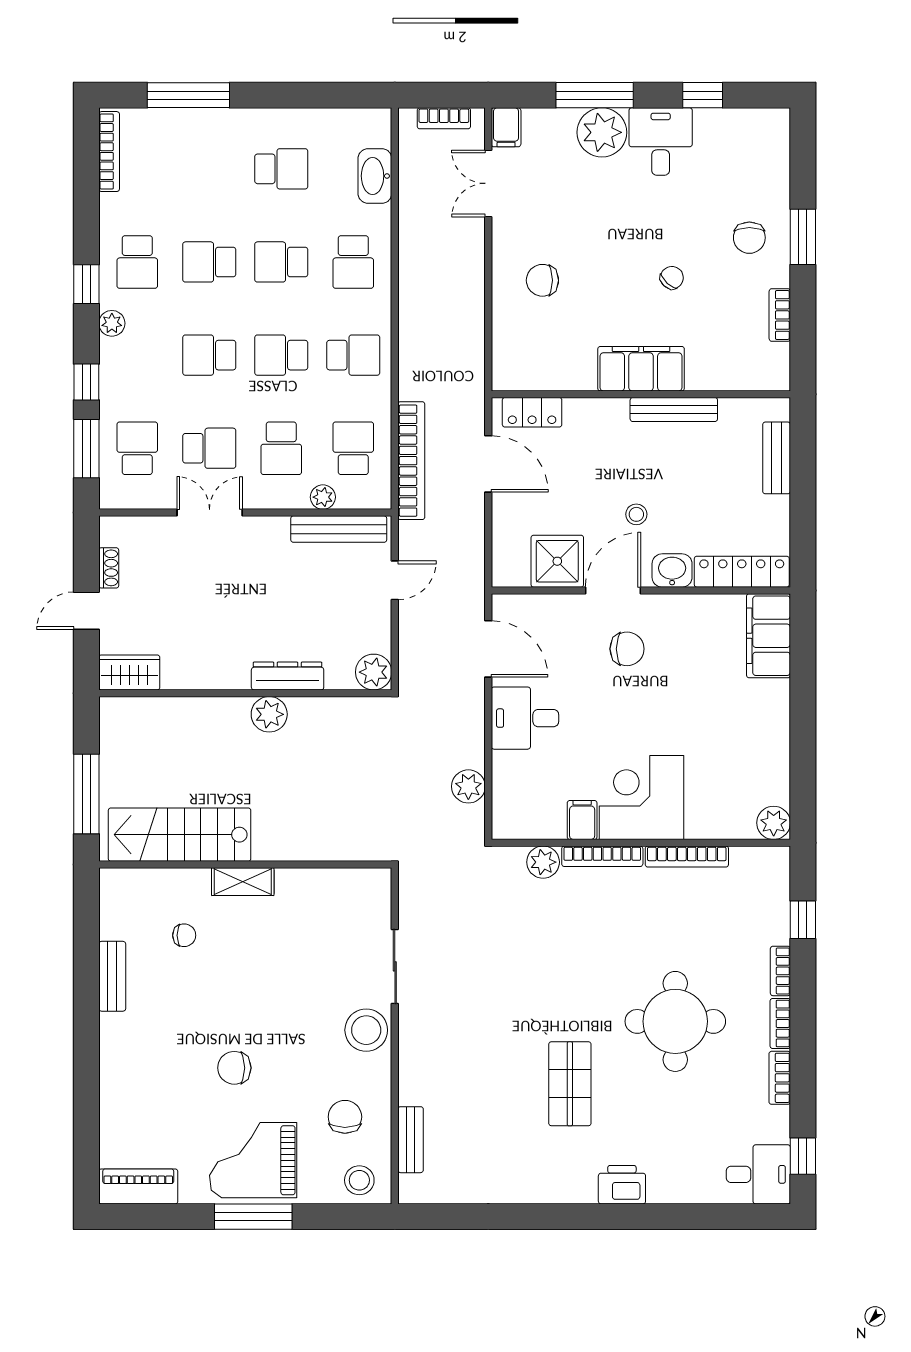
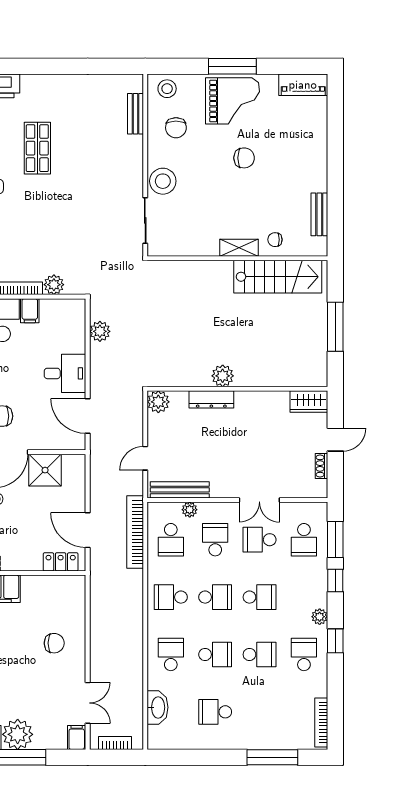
stairs: (180, 835) -> (278, 277), moved
wall: (245, 865) -> (237, 258), moved
shelving: (243, 882) -> (239, 248), moved

